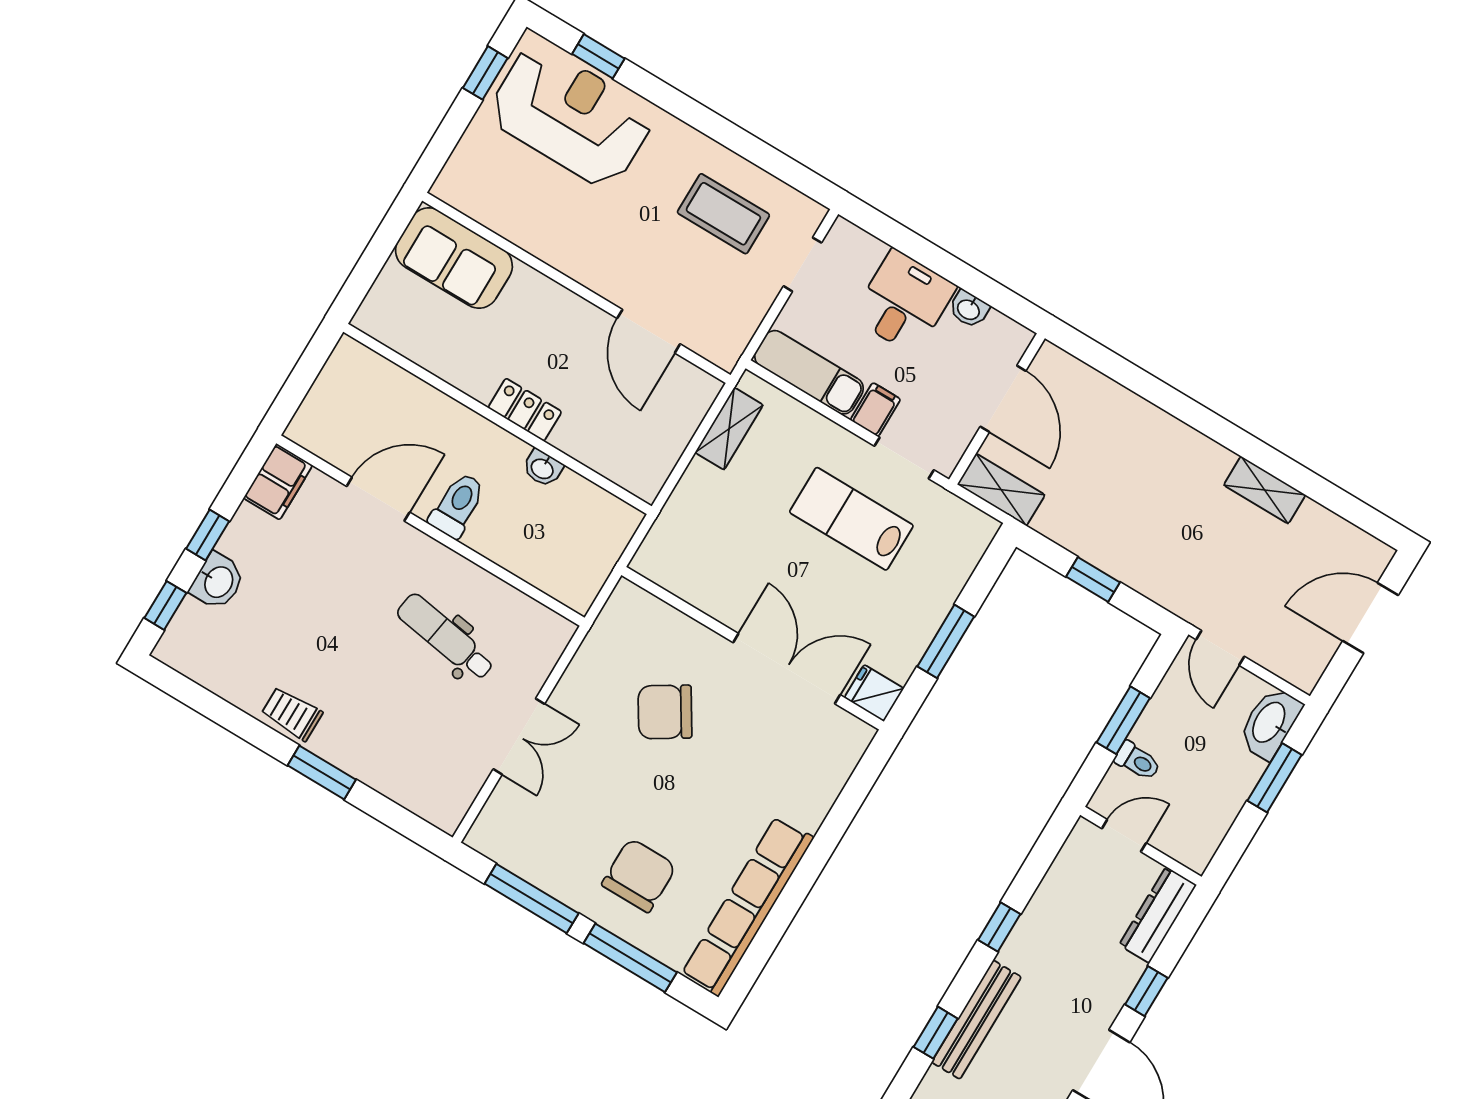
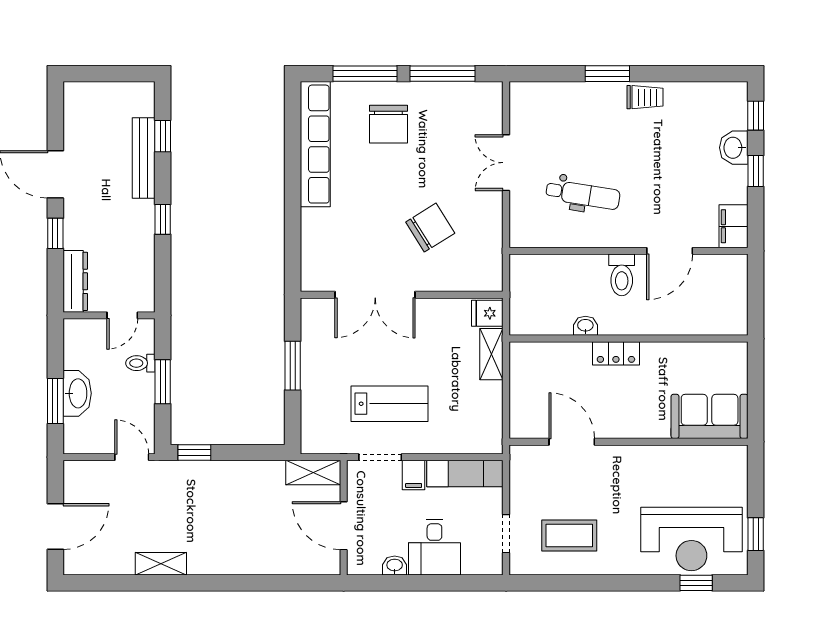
shelving: (729, 429) -> (491, 354), moved
window: (1093, 579) -> (194, 452), moved
fridge: (874, 693) -> (487, 313), moved, turned 180
washbasin: (1270, 723) -> (77, 393), moved

